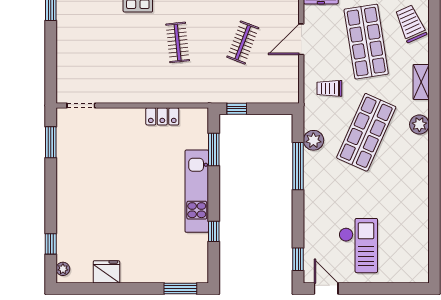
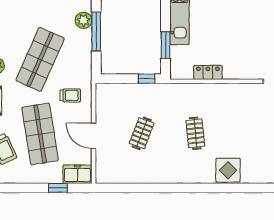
door: (301, 39) -> (94, 136), swing flipped
plant: (313, 140) -> (83, 20), moved

